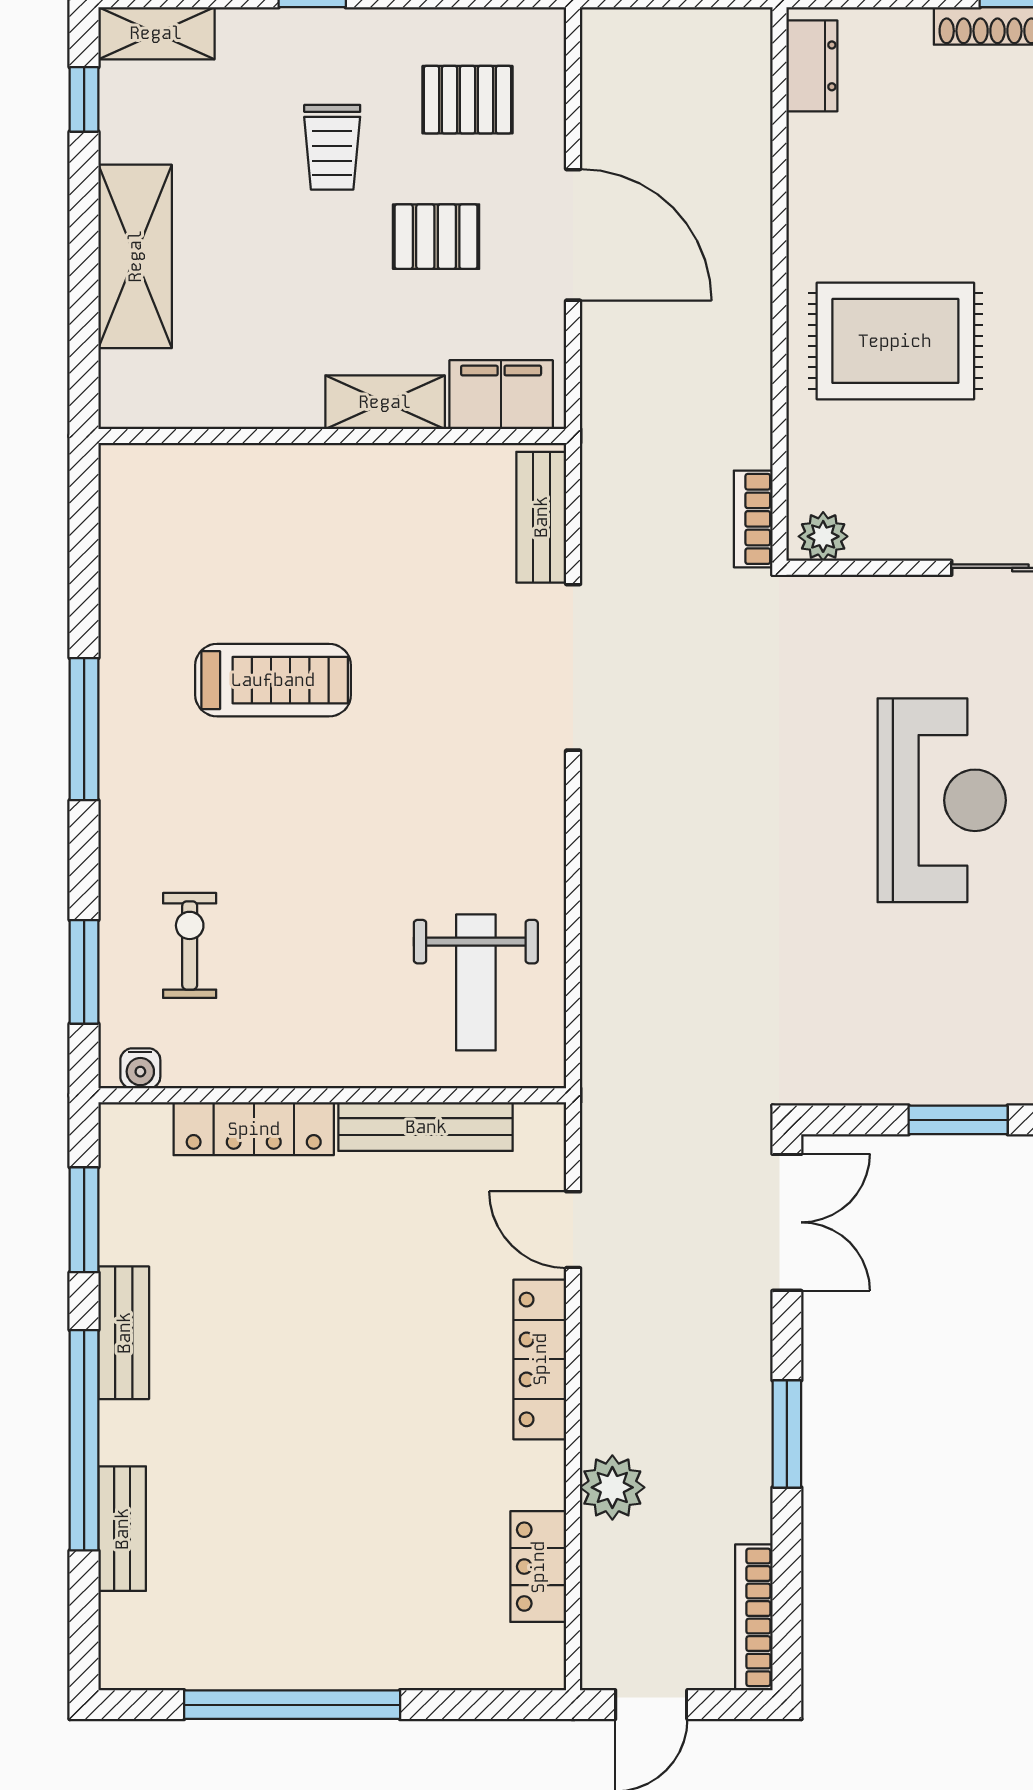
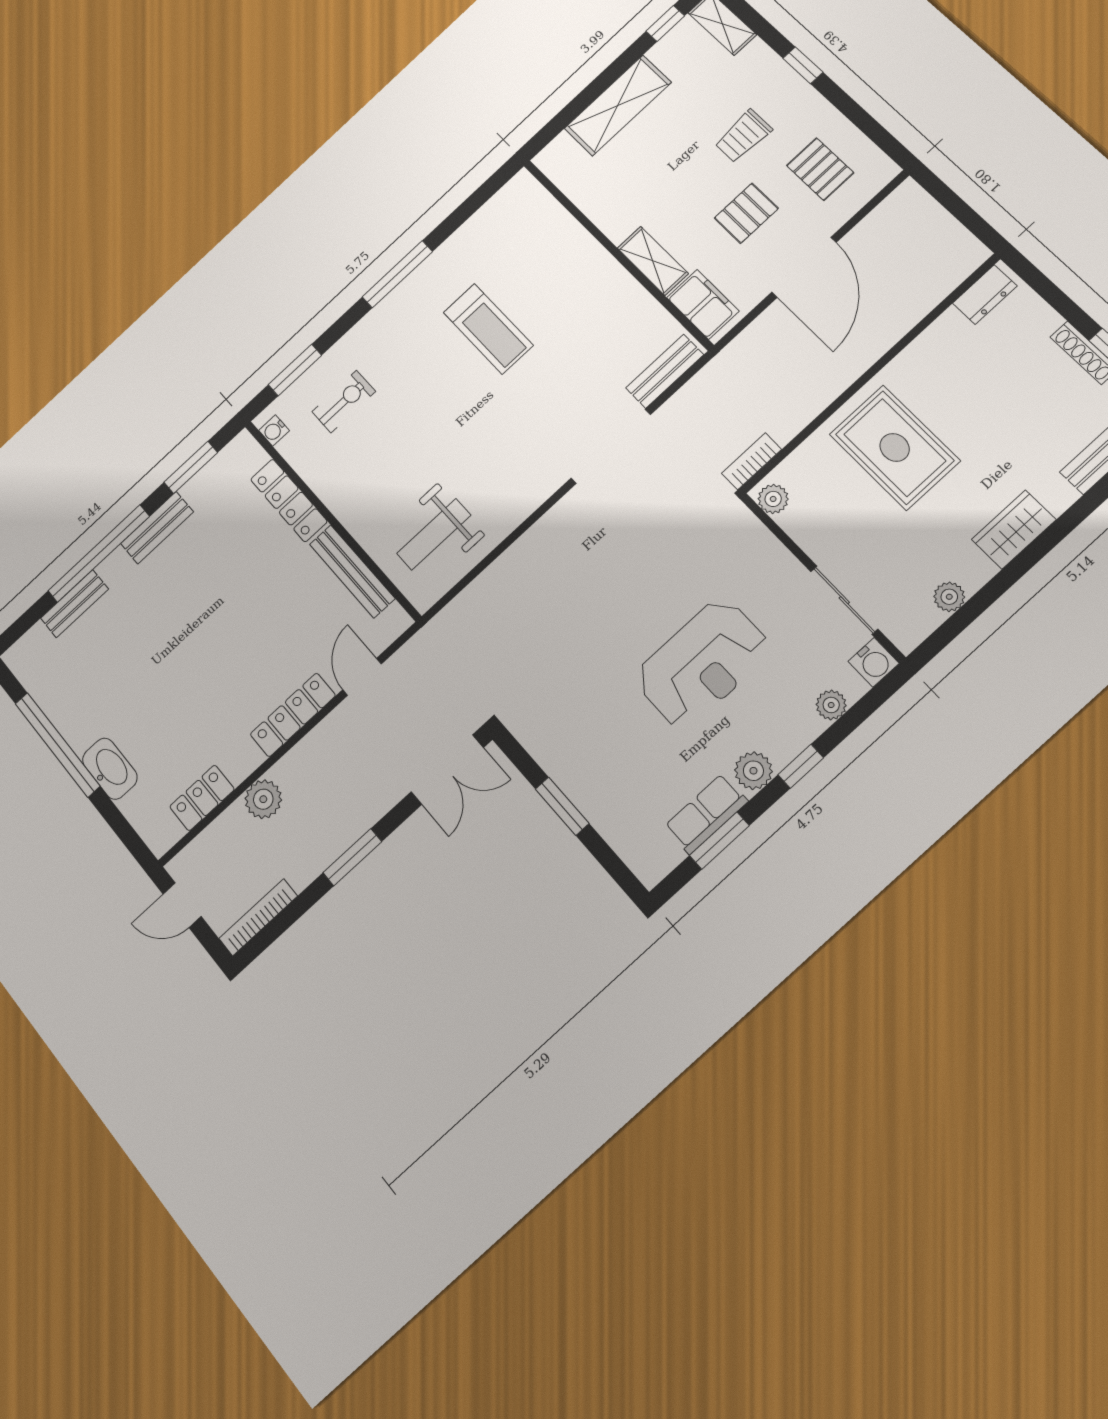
pallet: (436, 237) -> (746, 213), turned 90
washbasin: (389, 1659) -> (110, 769), added

